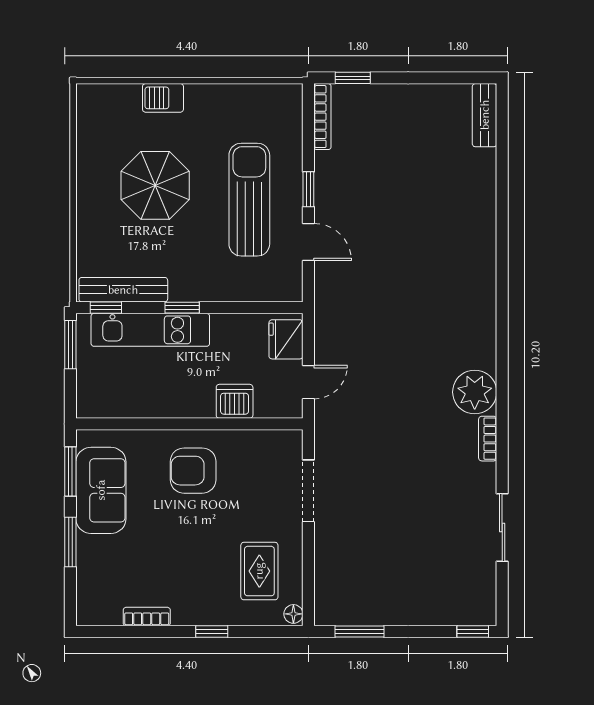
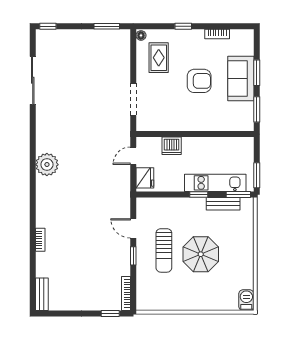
barbecue: (163, 98) -> (246, 300), moved, turned -90
parasol: (155, 185) -> (201, 254), moved
sun lounger: (249, 200) -> (164, 250), width x0.73, depth x0.75
bench: (123, 290) -> (223, 204), width x0.73
window: (106, 308) -> (238, 194), width x1.50
plant: (475, 392) -> (47, 165), moved
bookcase: (488, 439) -> (40, 240), moved
armchair: (193, 471) -> (199, 81), moved
sofa: (101, 490) -> (241, 79), moved
sliding door: (502, 527) -> (33, 80), width x1.37

